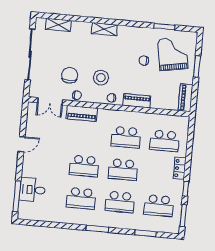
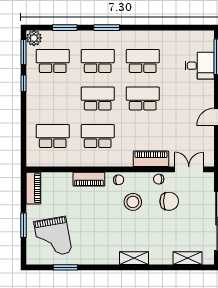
chair: (144, 61) -> (85, 226), removed
chair: (70, 75) -> (169, 201), turned -90
locker: (180, 168) -> (33, 106), removed
plant: (173, 227) -> (34, 38), added
window: (97, 229) -> (107, 28), moved

